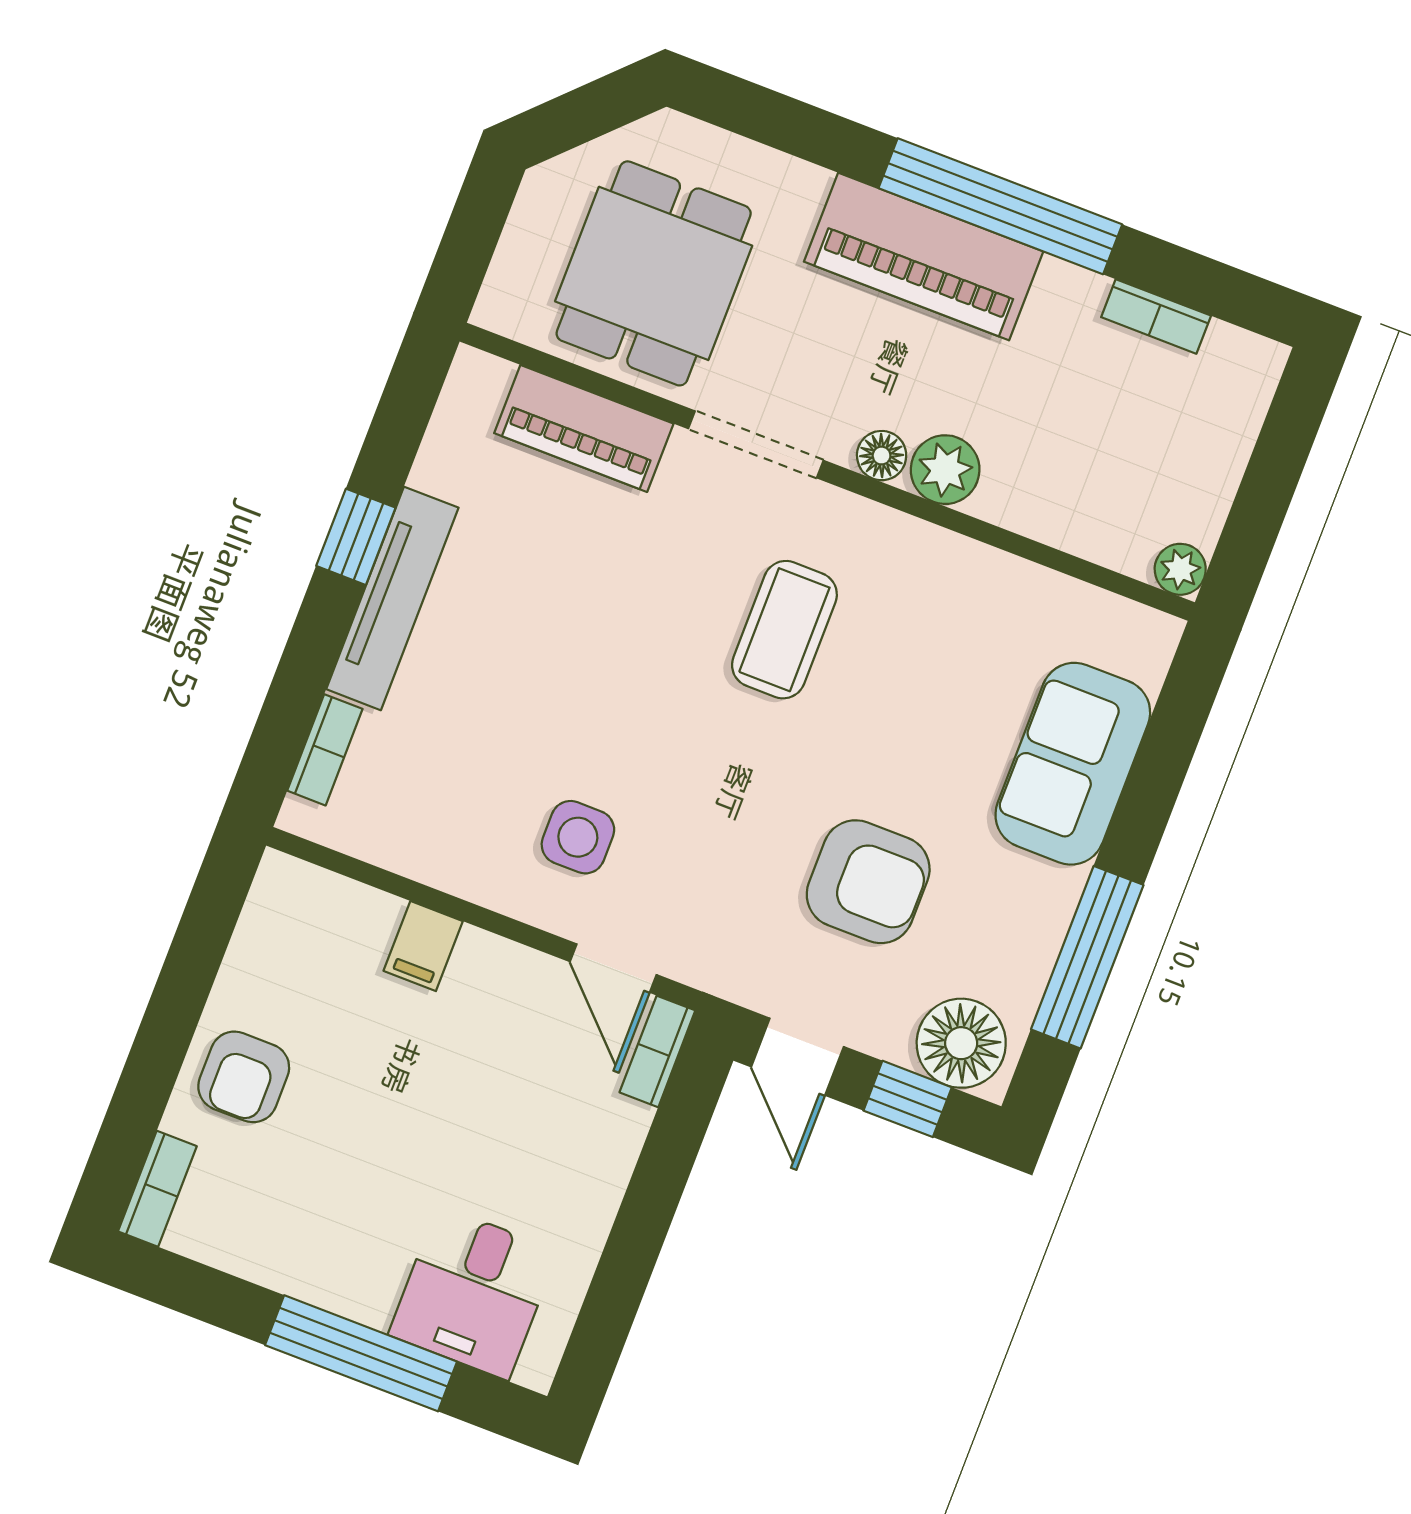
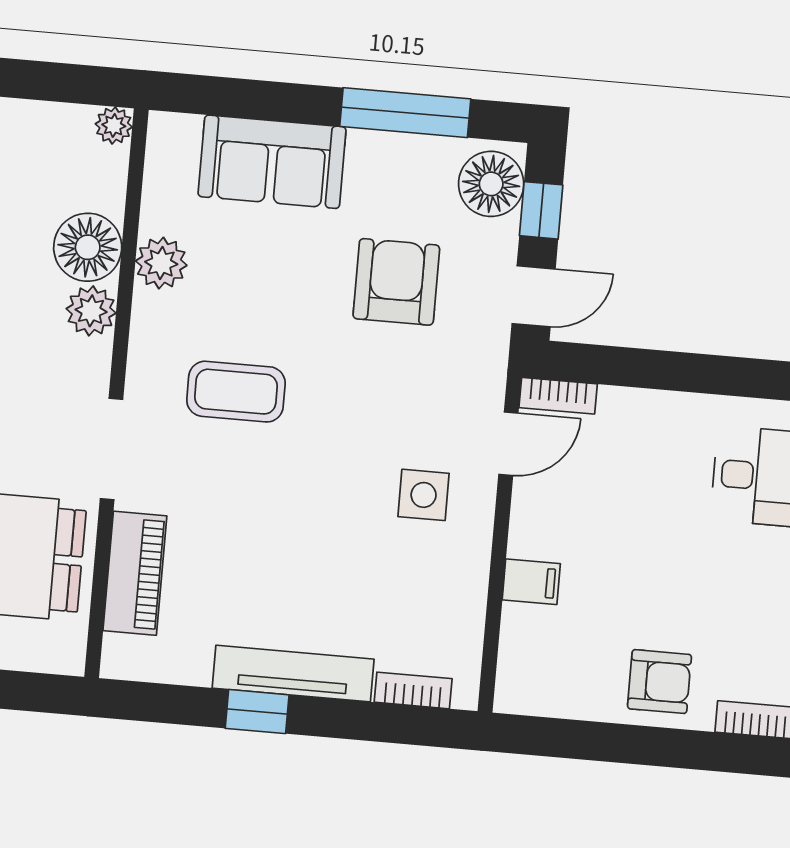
floor lamp: (882, 456) -> (88, 247), moved, width x1.89, depth x1.89
plant: (982, 580) -> (161, 263), added

